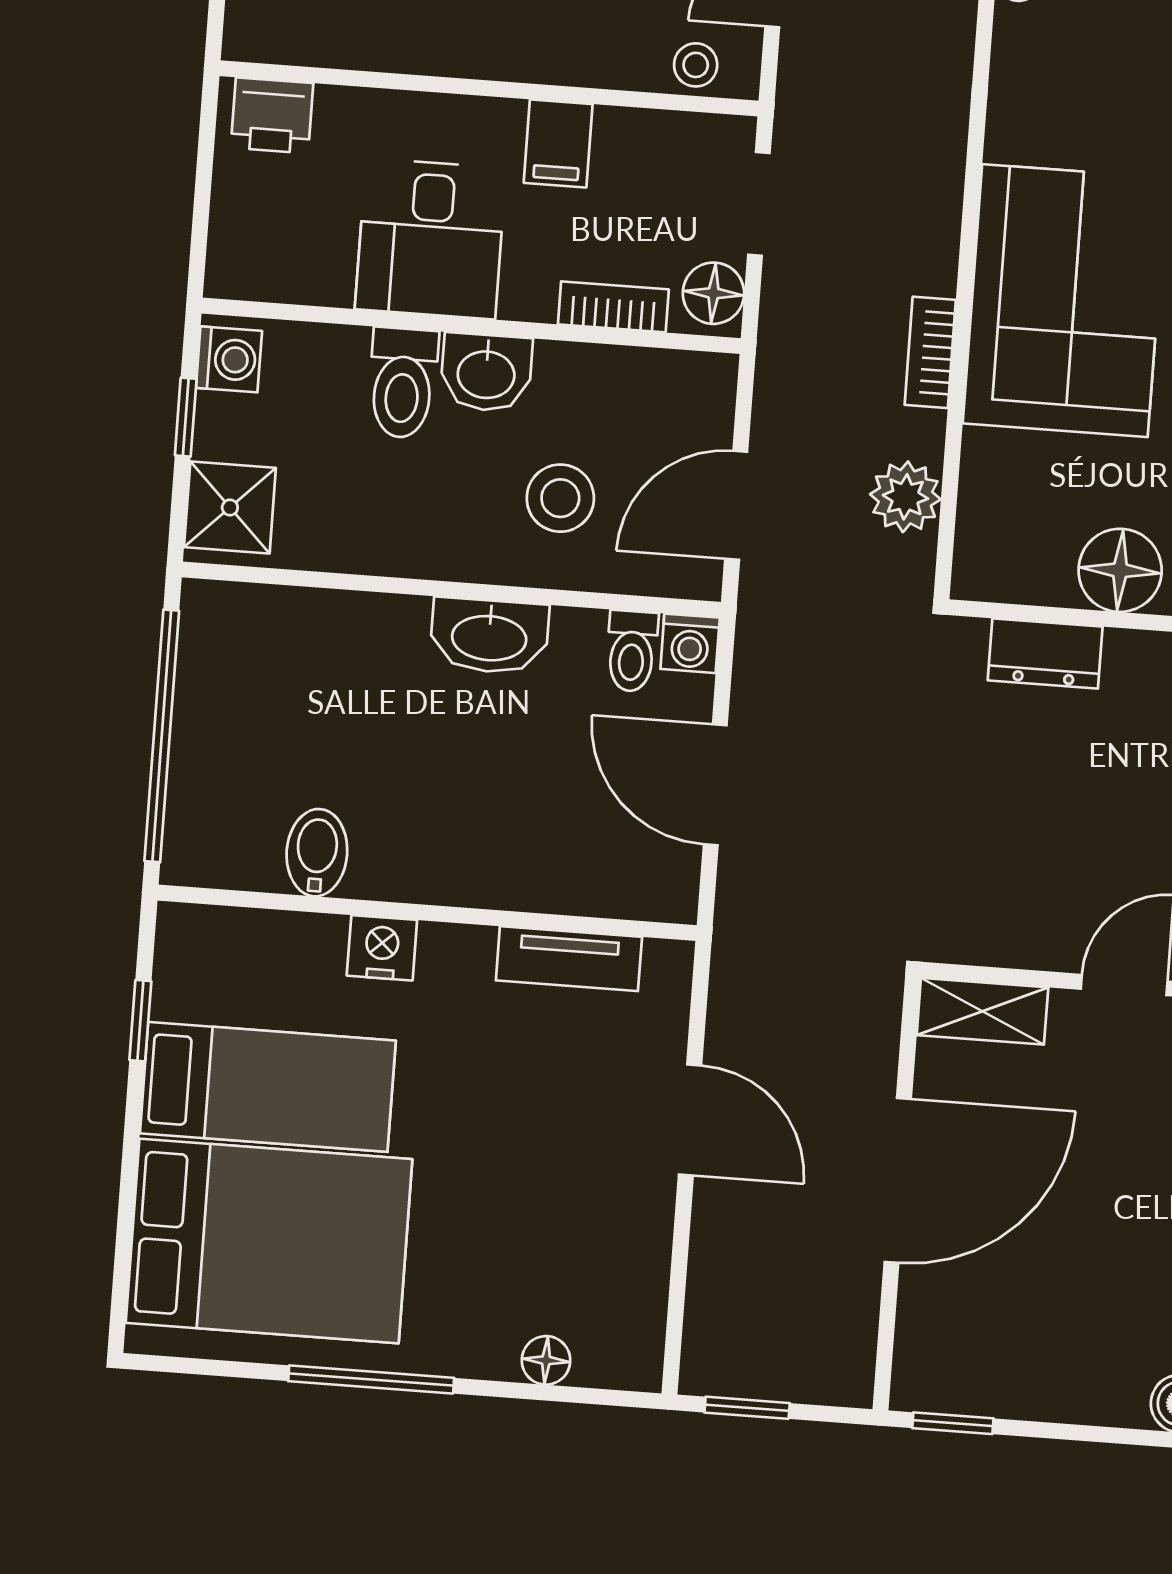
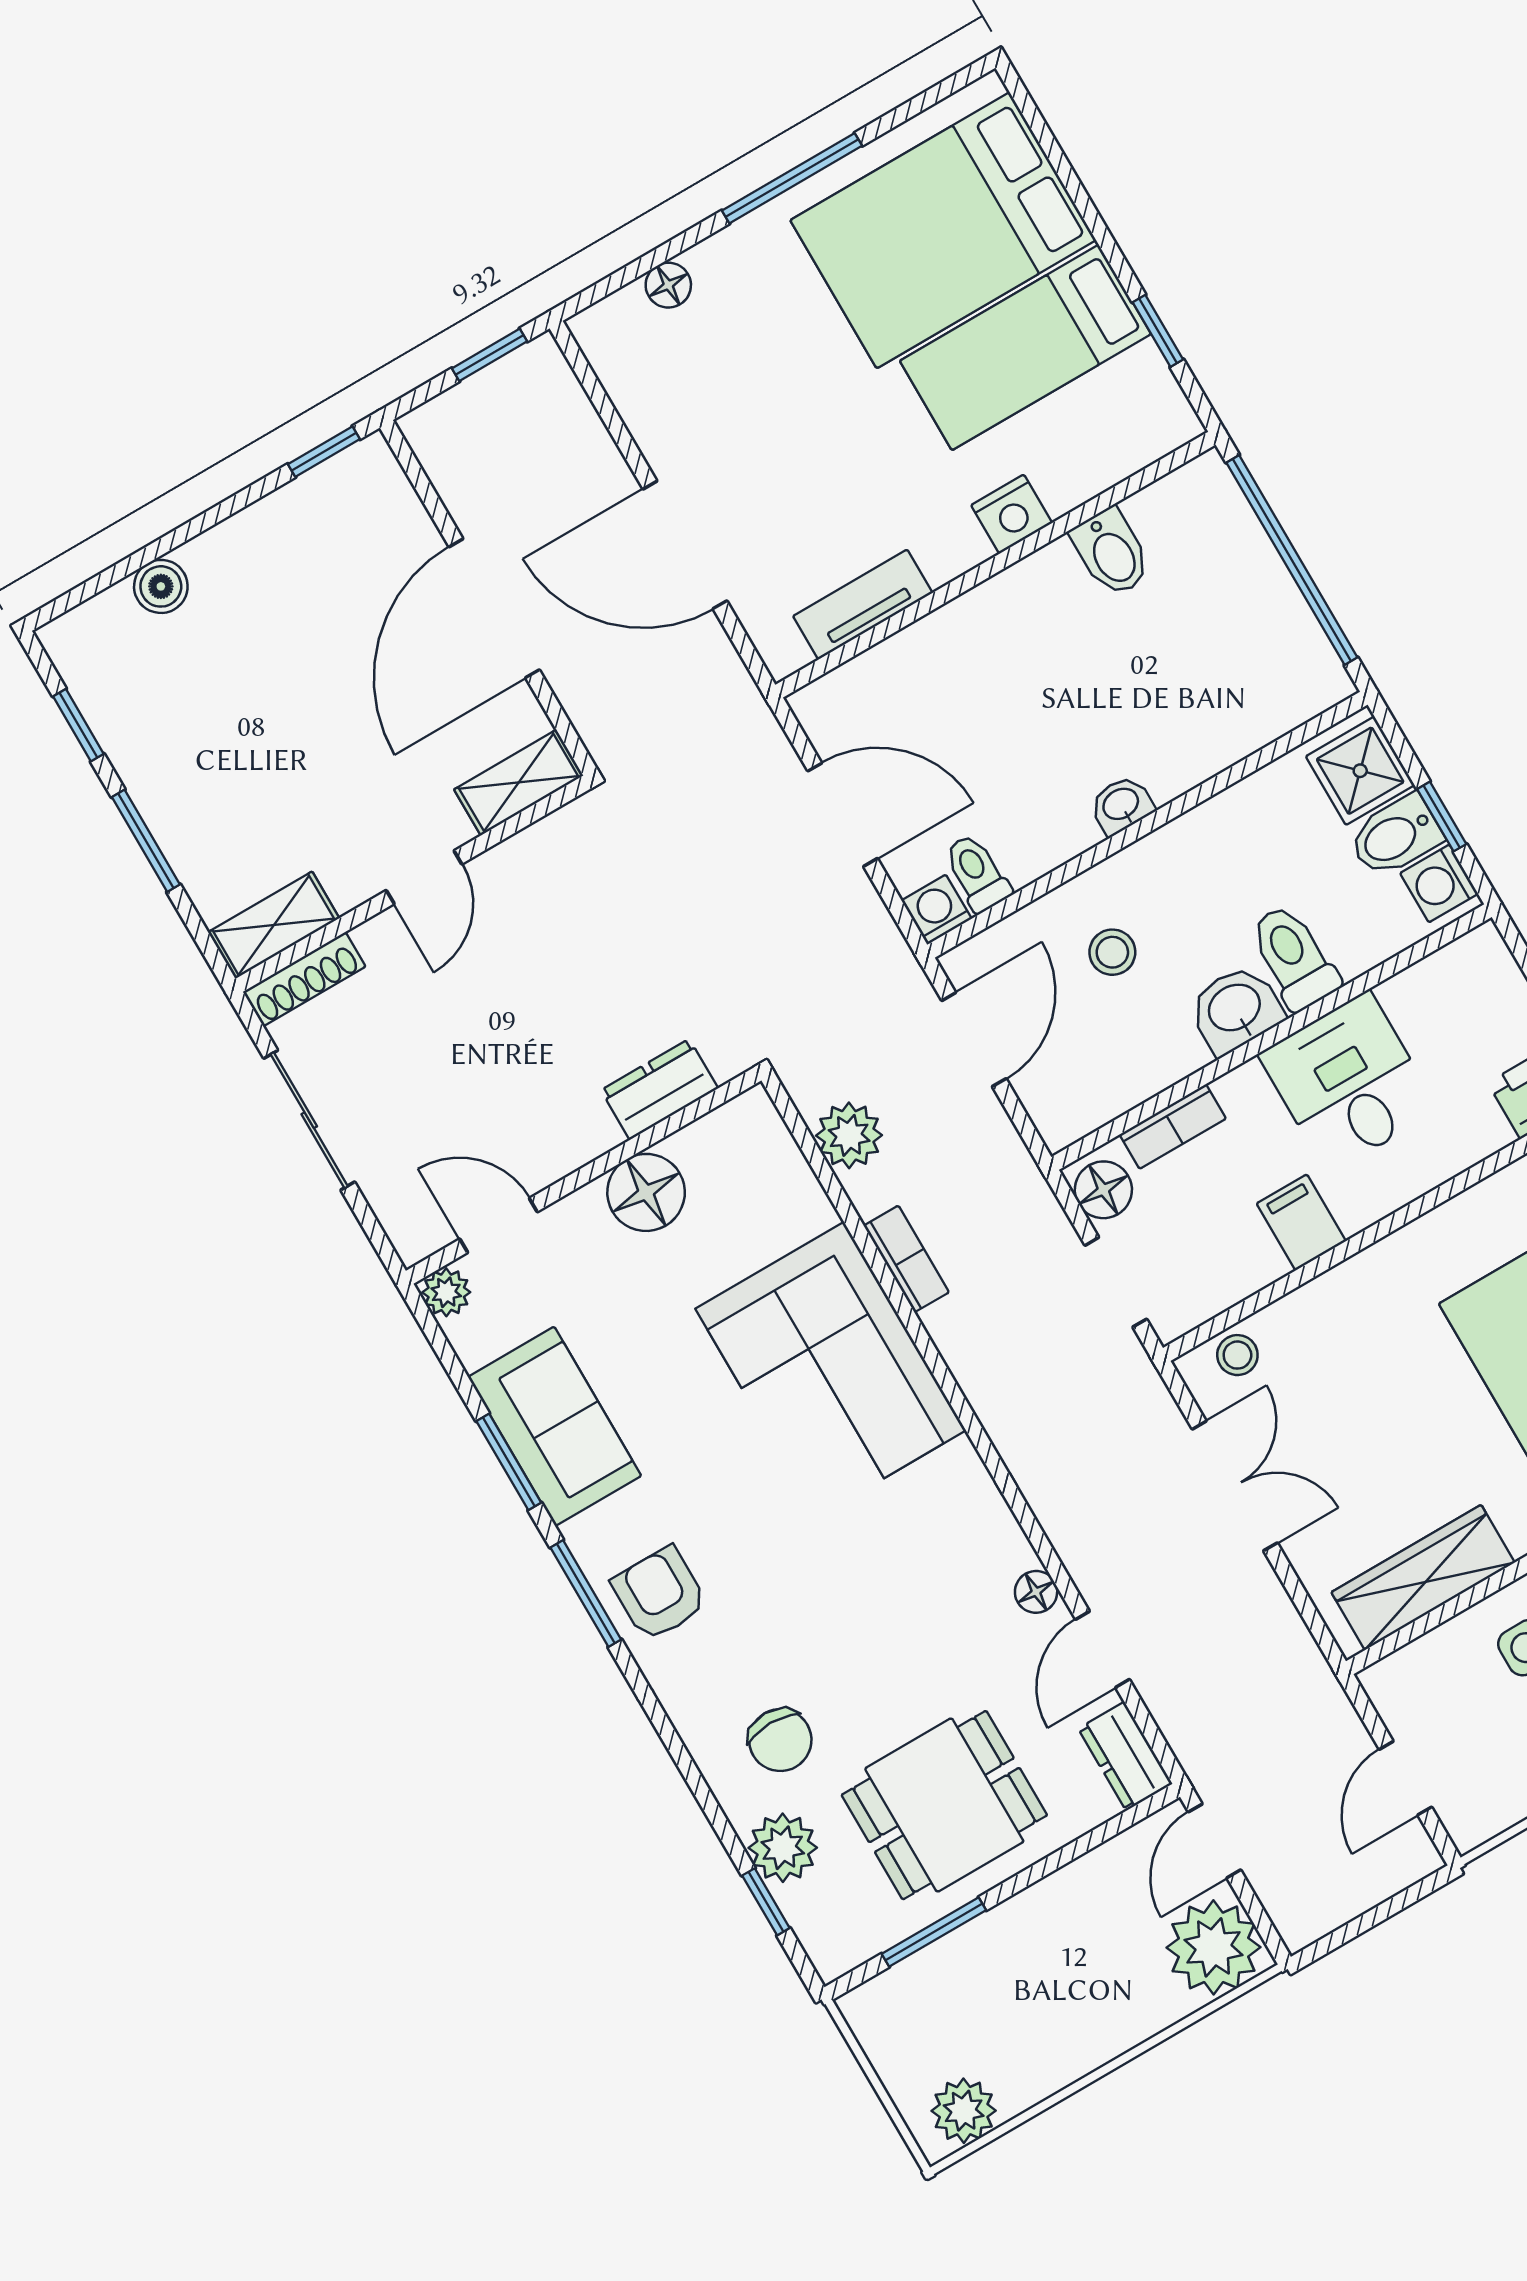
bidet: (239, 428) -> (1395, 836), added
stool: (560, 498) -> (1112, 952), width x0.73, depth x0.73
washbasin: (489, 636) -> (1121, 805), width x0.52, depth x0.69
door: (690, 1120) -> (685, 545), width x1.36

